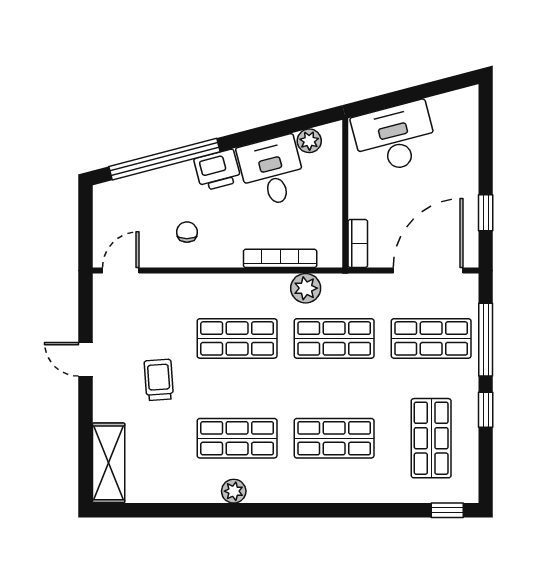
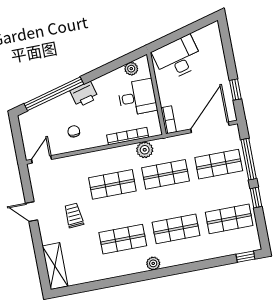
desk: (272, 171) -> (137, 97), moved, turned 105
shop shelf: (431, 438) -> (229, 219), turned 90
plant: (234, 491) -> (153, 263), moved

